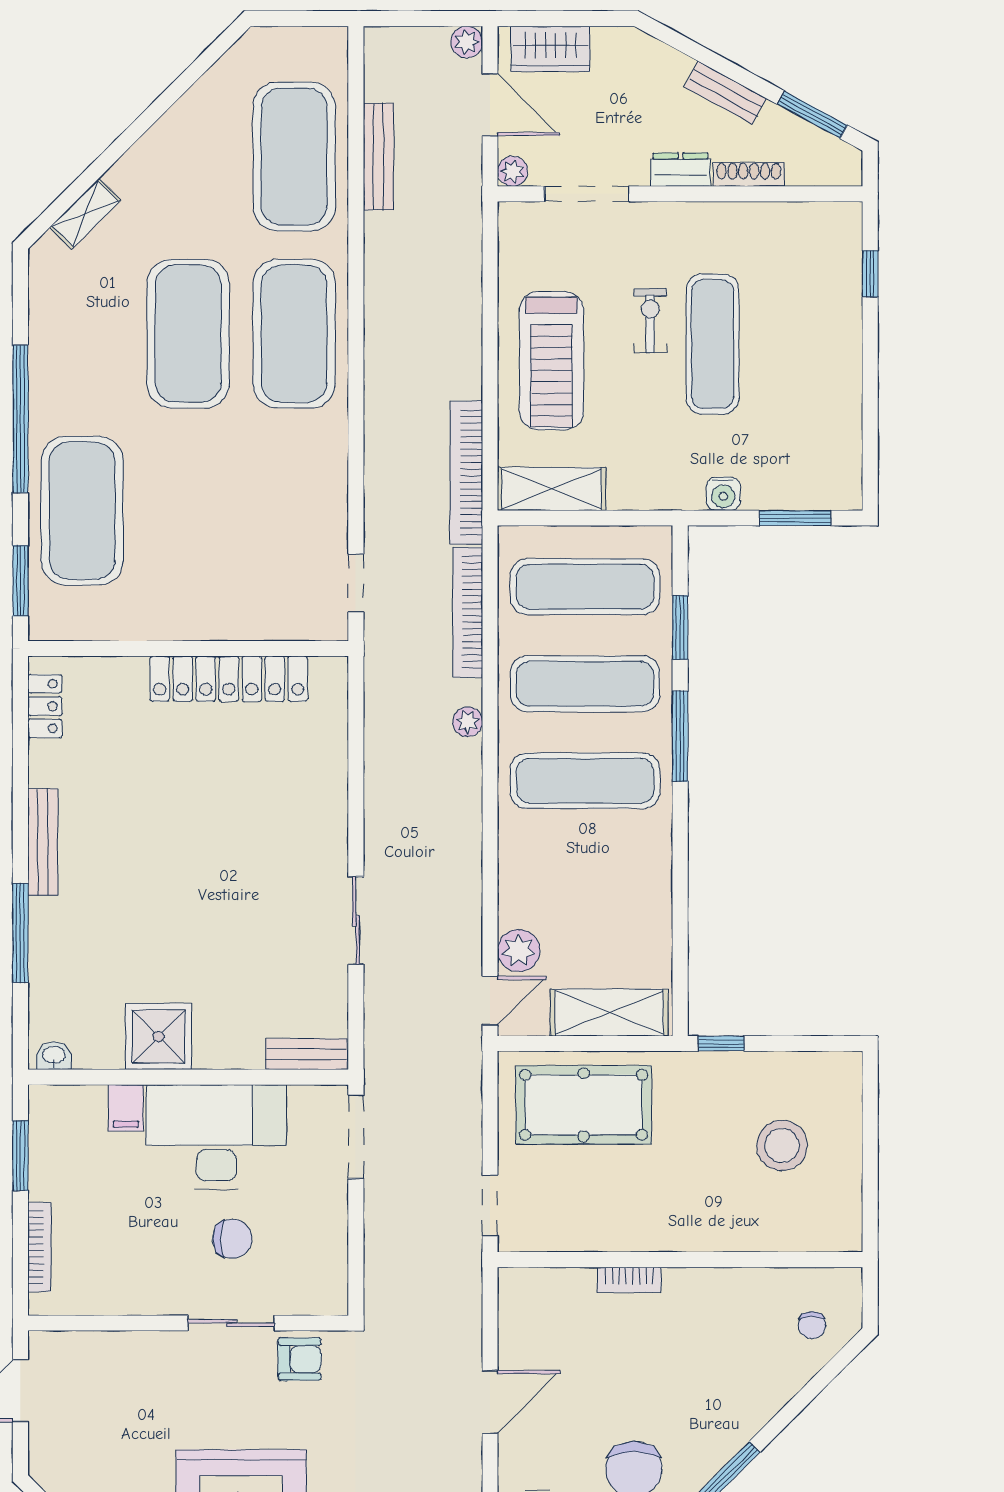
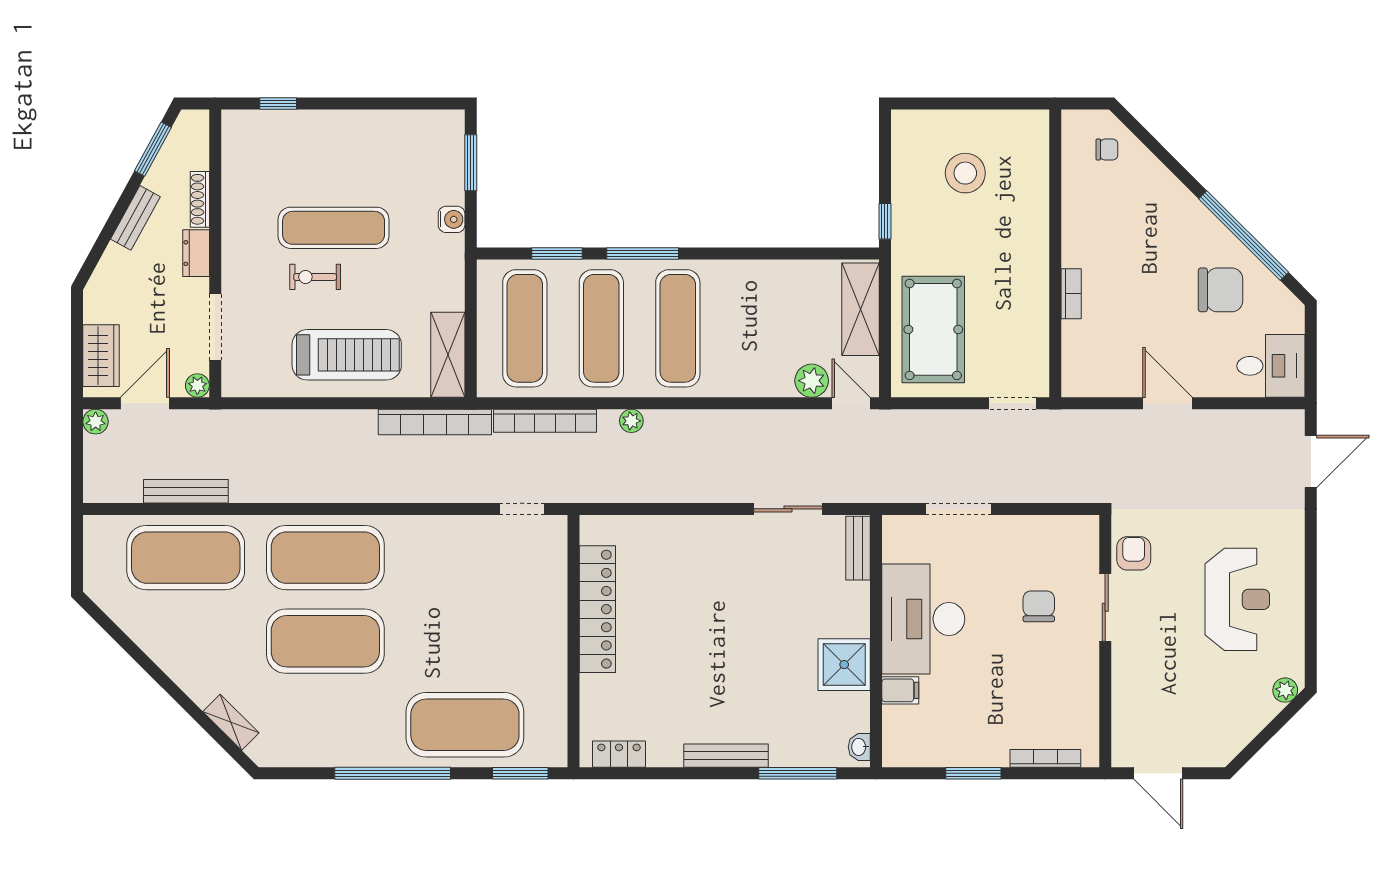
shower: (158, 1037) -> (844, 665), moved
bench: (306, 1054) -> (858, 548), moved
washbasin: (54, 1056) -> (859, 747), moved
wall: (188, 1077) -> (876, 641), moved
filing cabinet: (126, 1108) -> (900, 690), moved
desk: (216, 1137) -> (923, 619), moved

